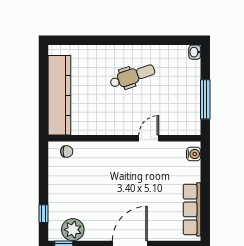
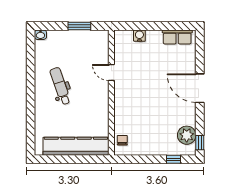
window: (205, 99) -> (79, 26), width x0.69
water cooler: (194, 154) -> (139, 36), moved
row of seats: (192, 209) -> (177, 37), width x0.68

